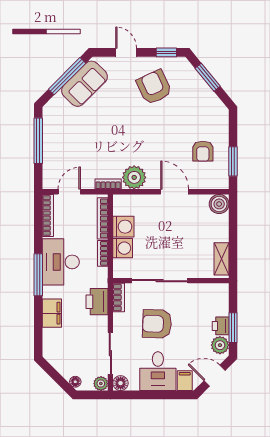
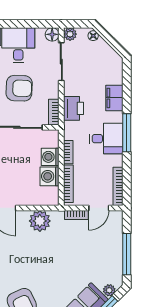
plant: (58, 101) -> (109, 290), added
bookcase: (108, 184) -> (76, 215), moved
desk: (61, 262) -> (106, 139), width x0.73

